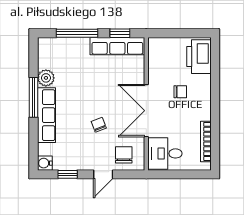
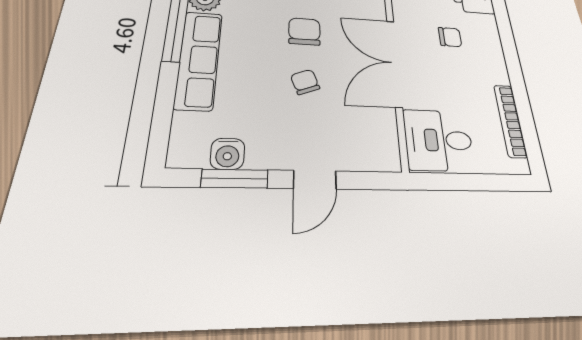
chair: (124, 155) -> (304, 31), moved
water cooler: (45, 163) -> (228, 154), moved, turned -90
window: (68, 174) -> (235, 179), width x1.50

